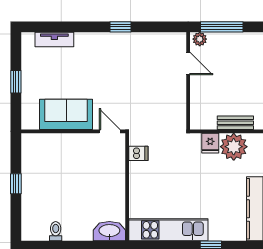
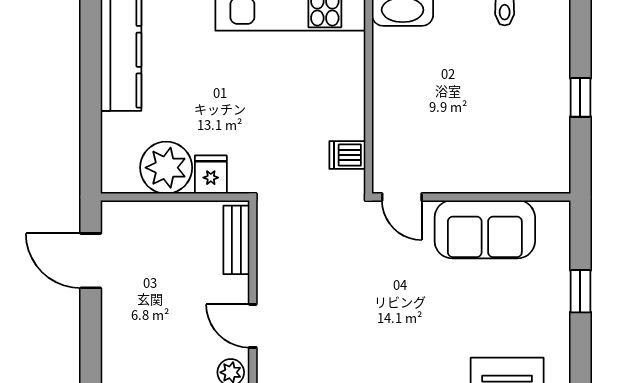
bench: (235, 123) -> (236, 240), moved, turned 90

